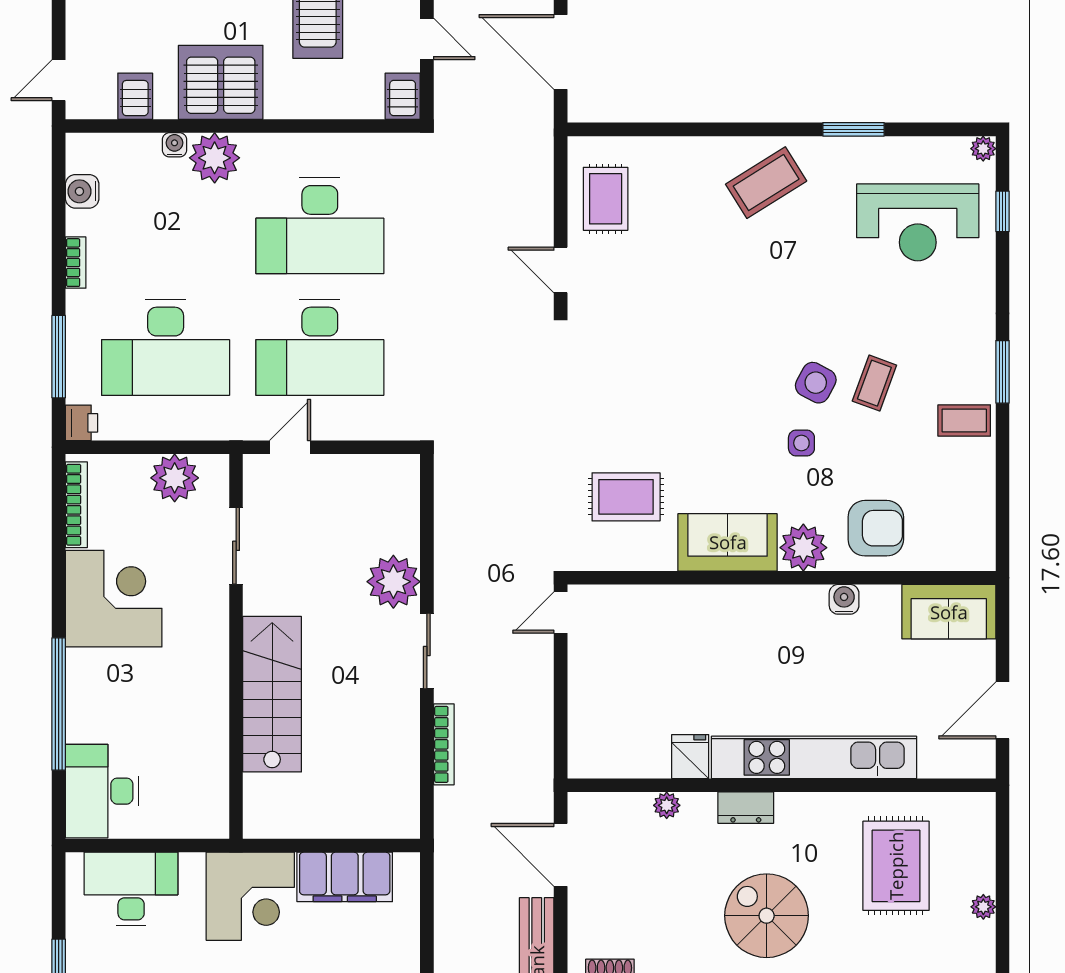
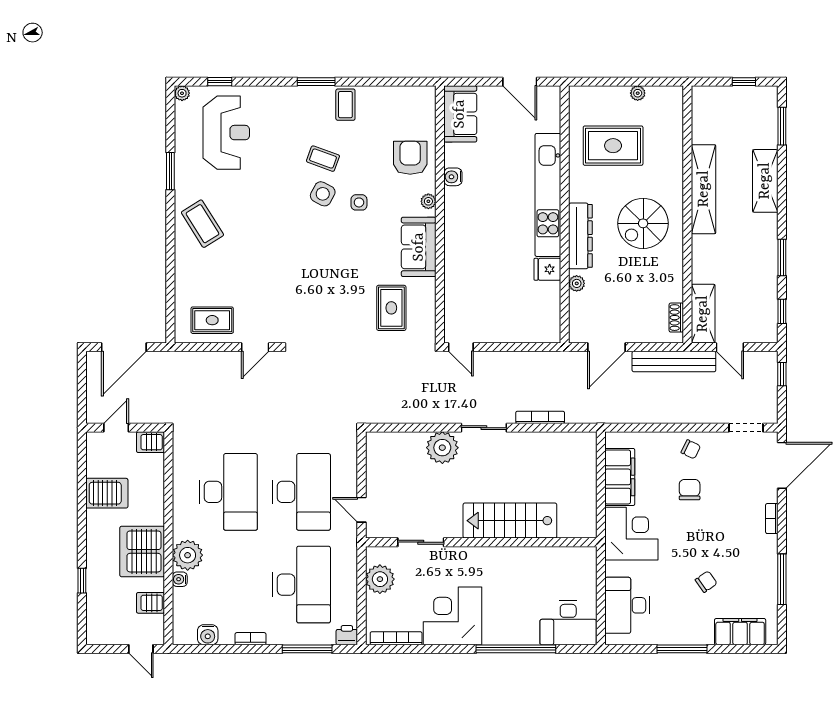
plant: (803, 548) -> (428, 201), width x0.53, depth x0.53
dresser: (746, 808) -> (580, 236), width x1.96, depth x1.24

